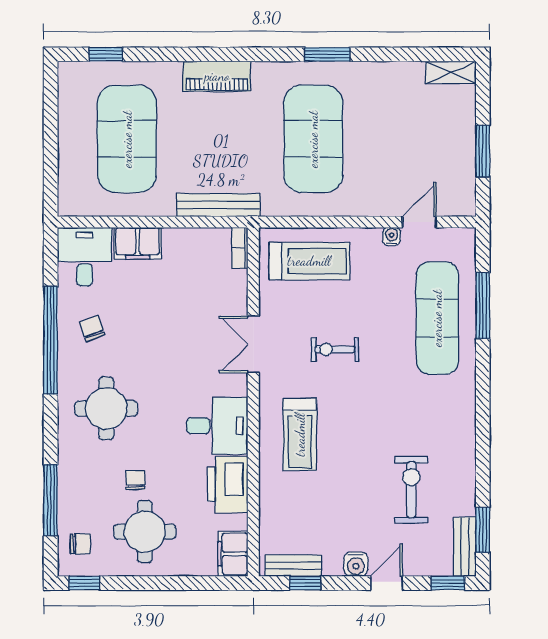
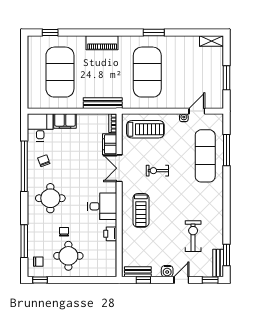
printer: (228, 484) -> (110, 234), width x0.53, depth x0.68
filing cabinet: (233, 554) -> (110, 144), moved

